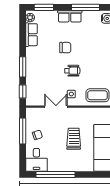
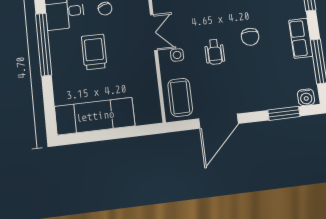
trolley: (74, 139) -> (94, 52), moved, turned -90

